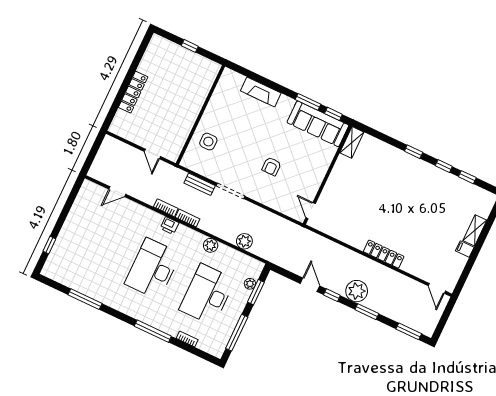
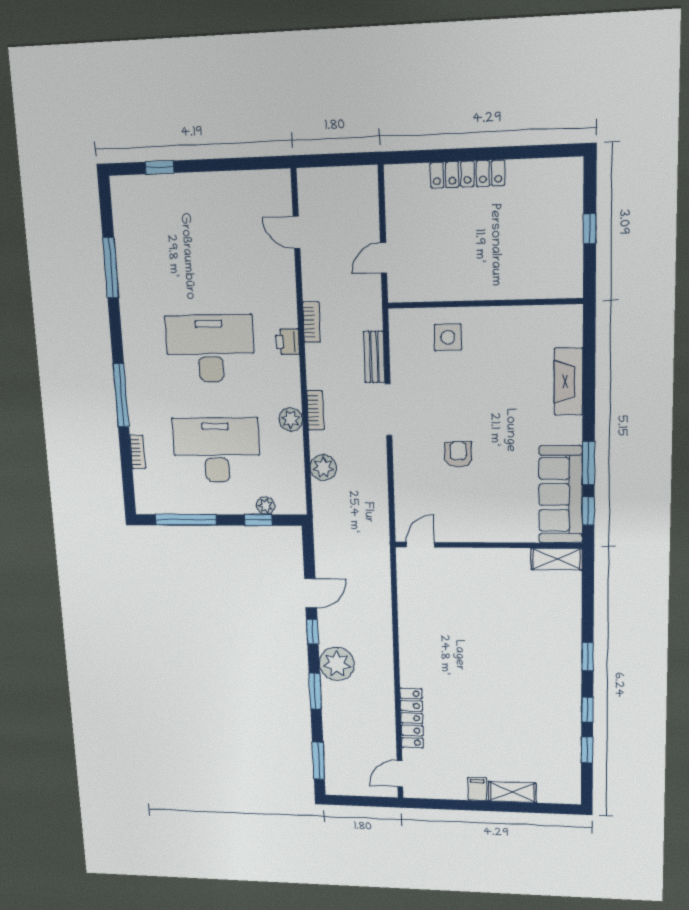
armchair: (271, 166) -> (458, 454), turned 90
bookcase: (188, 218) -> (315, 410), moved
locker: (384, 254) -> (412, 718), moved
window: (256, 292) -> (258, 520), width x0.67

